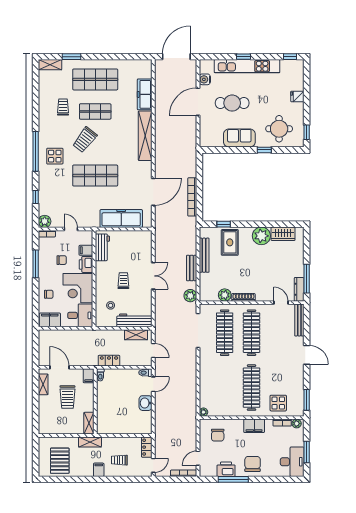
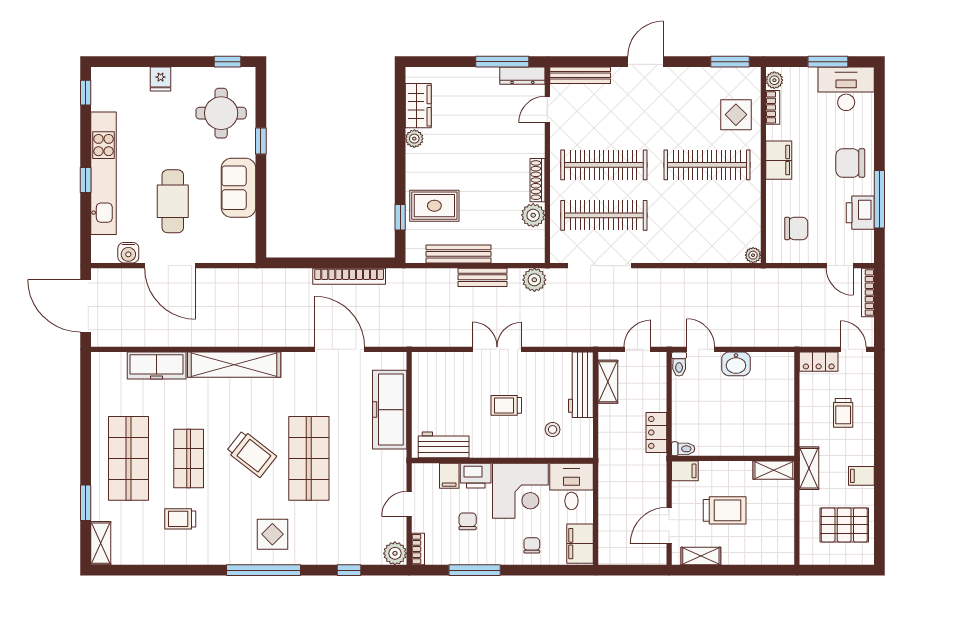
trolley: (85, 140) -> (251, 454), moved
plant: (261, 236) -> (414, 139), width x0.53, depth x0.53
filing cabinet: (99, 470) -> (861, 476), moved

